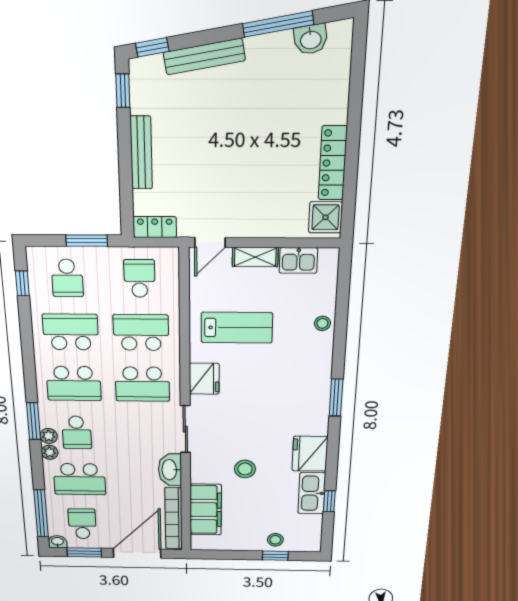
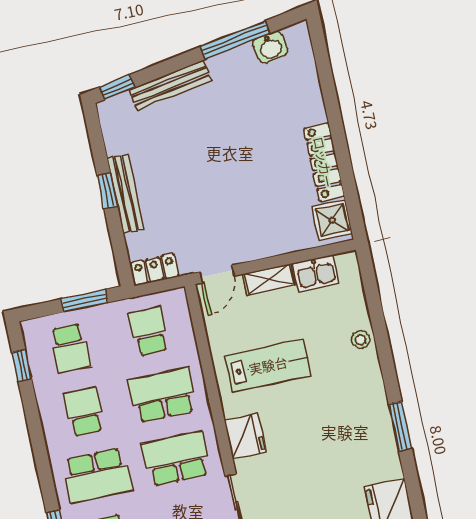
window: (123, 91) -> (107, 191), moved
school desk: (71, 332) -> (84, 412), width x0.54
school desk: (142, 384) -> (176, 459), turned 180

